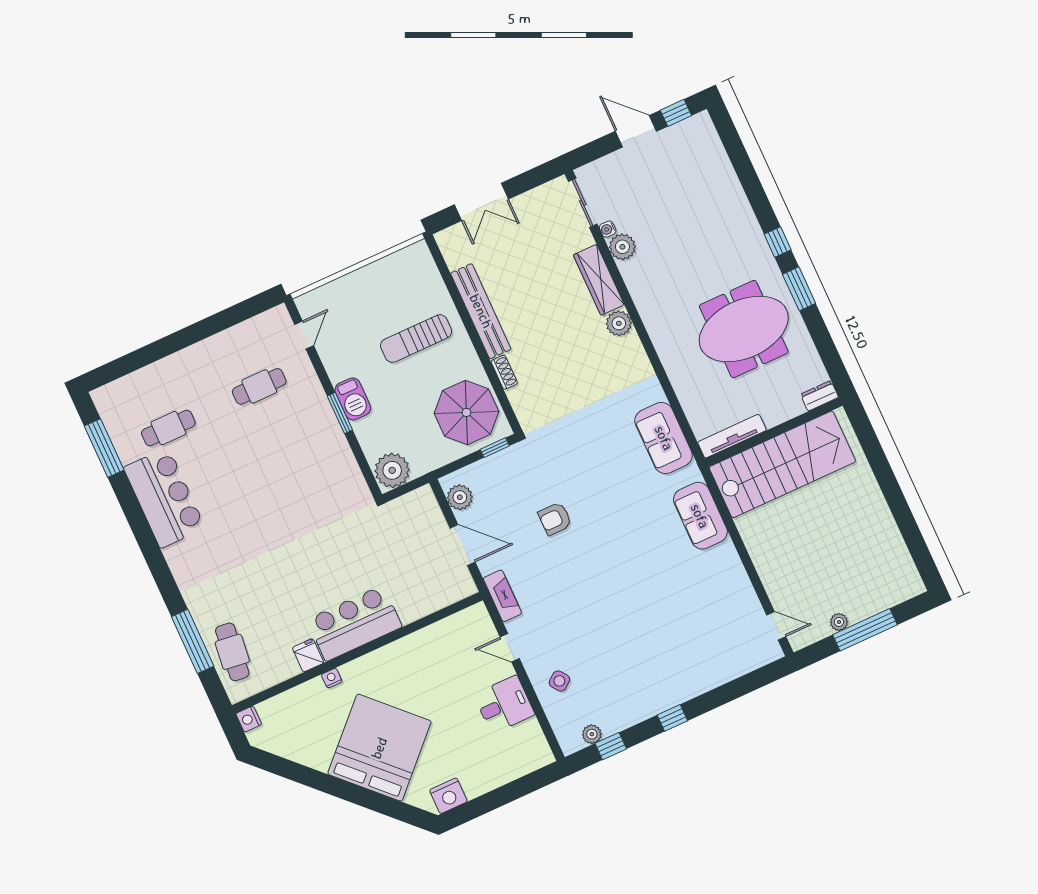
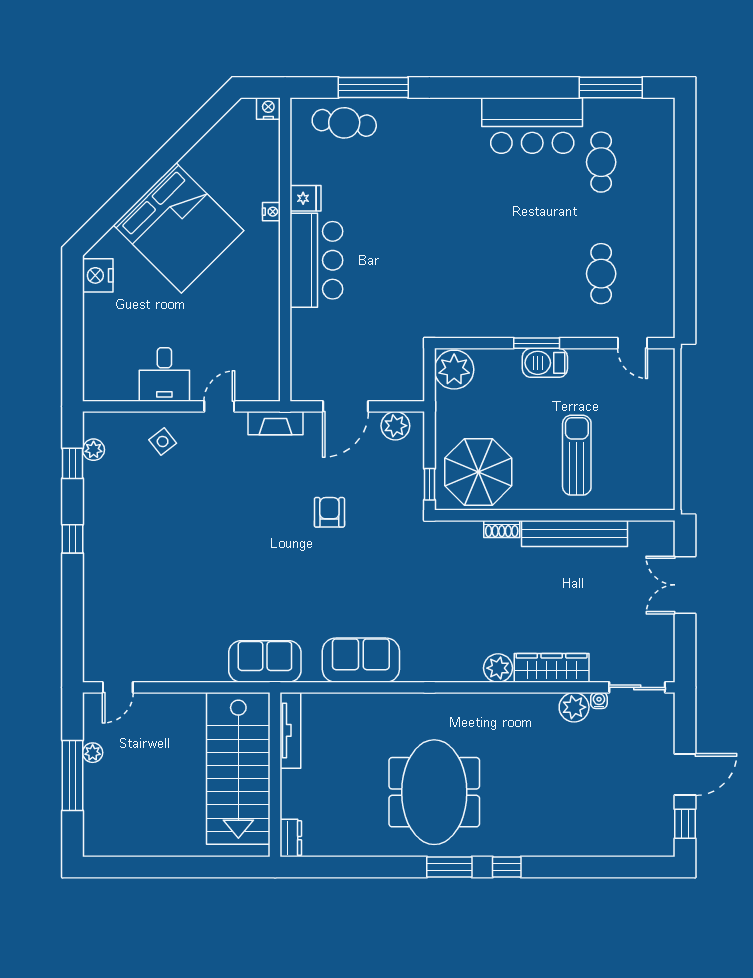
dresser: (819, 396) -> (291, 838), moved
wall: (774, 432) -> (275, 775), moved
tv unit: (732, 436) -> (290, 730), moved
stairs: (782, 464) -> (238, 768), moved

